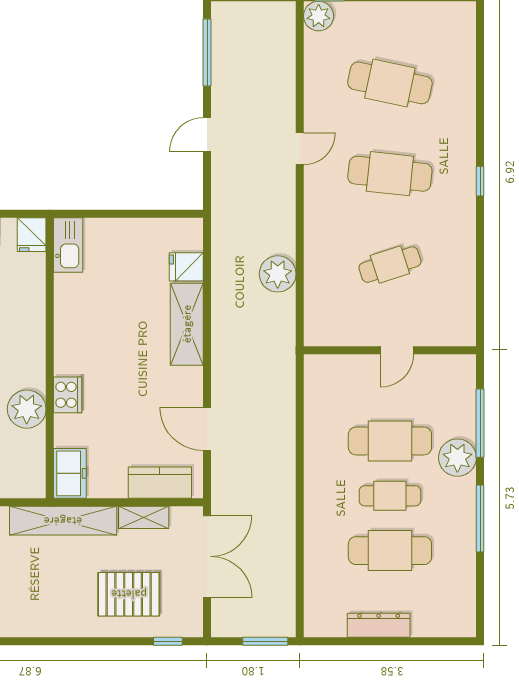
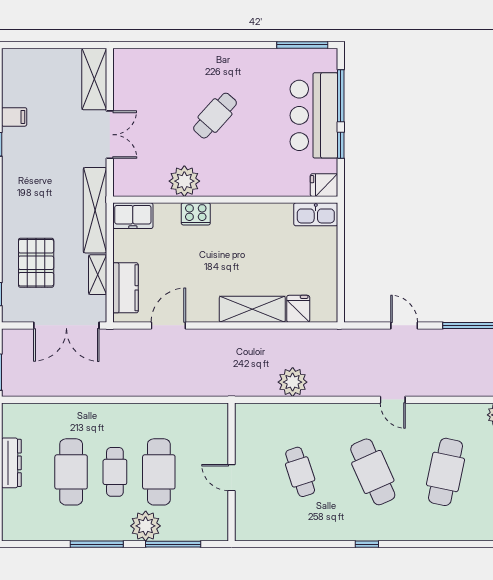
cafe table: (390, 174) -> (373, 472), turned -30

